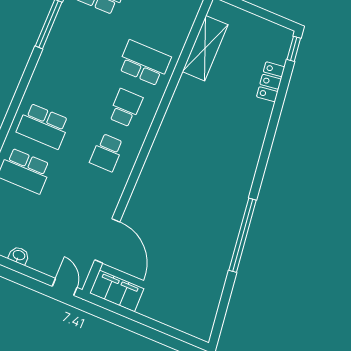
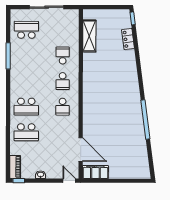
school desk: (144, 63) -> (63, 55), width x0.54
school desk: (126, 108) -> (63, 81), turned 180

